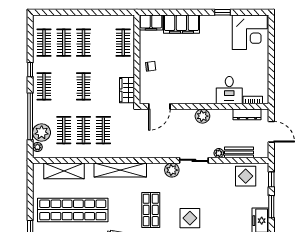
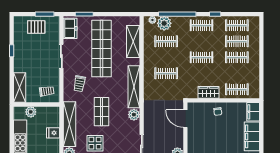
wardrobe: (127, 90) -> (209, 92), moved
clothes rail: (84, 130) -> (166, 57), removed
plant: (172, 170) -> (134, 115), moved
shop shelf: (151, 210) -> (102, 112), turned 90

